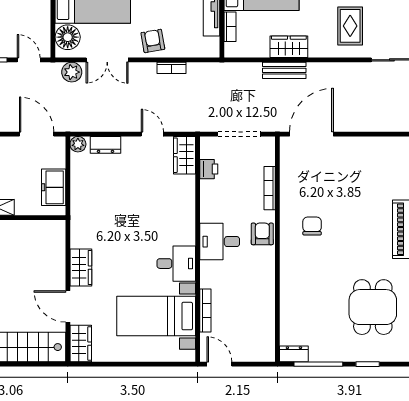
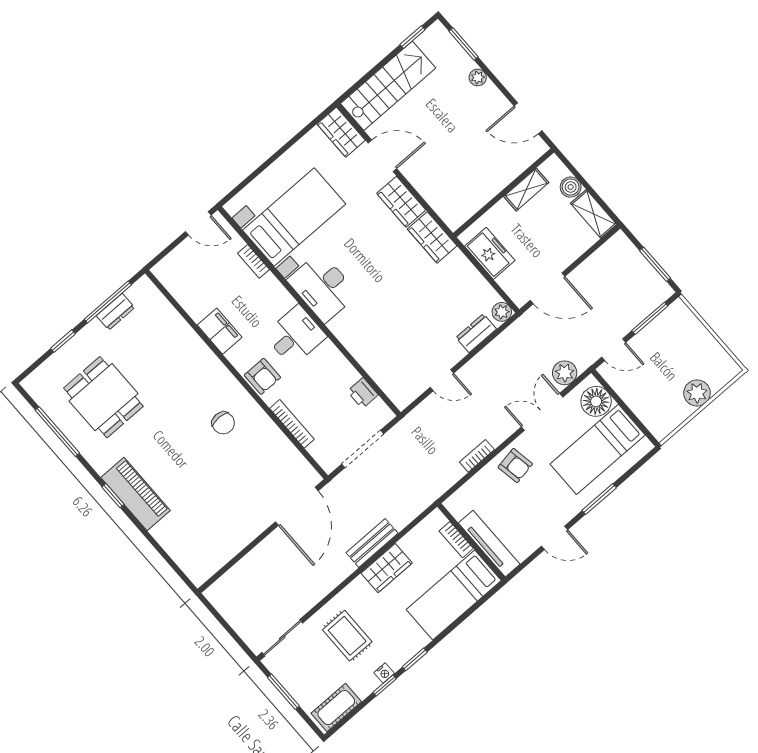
wardrobe: (185, 155) -> (432, 237), moved, turned 180
desk: (176, 264) -> (323, 287), width x1.37
filing cabinet: (264, 285) -> (220, 331), added
bookcase: (205, 310) -> (253, 261), width x0.64
dresser: (294, 354) -> (115, 312), moved

